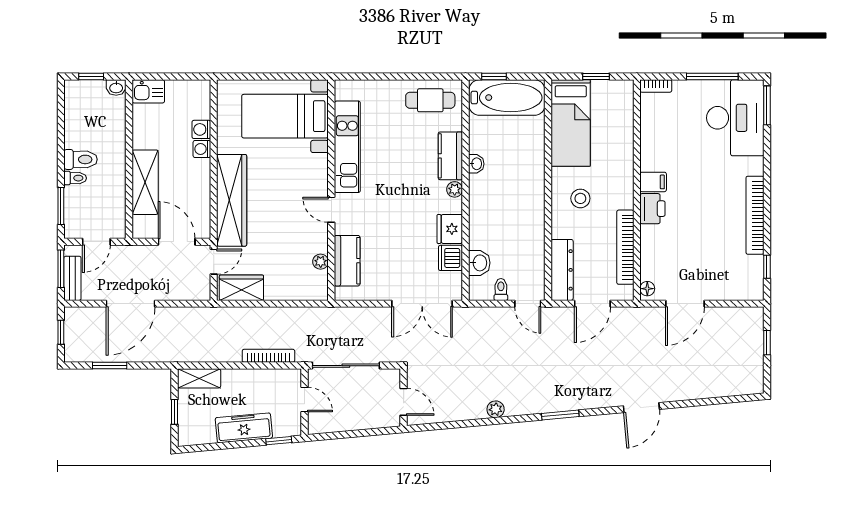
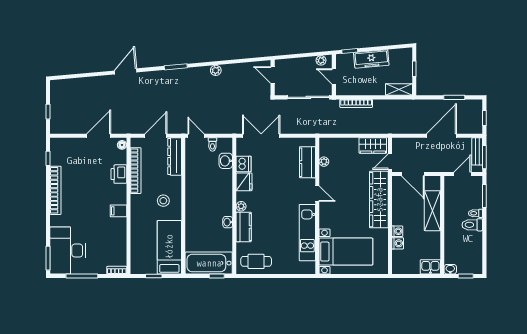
printer: (652, 209) -> (119, 174), moved
plant: (325, 425) -> (321, 60), added

